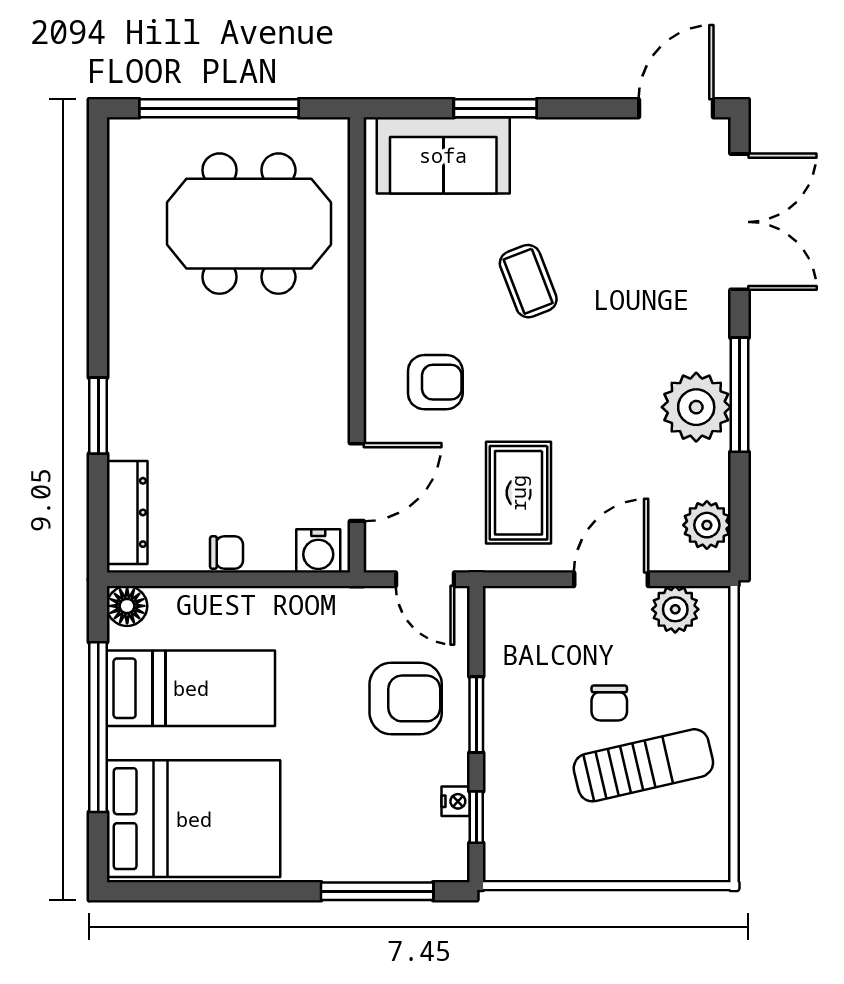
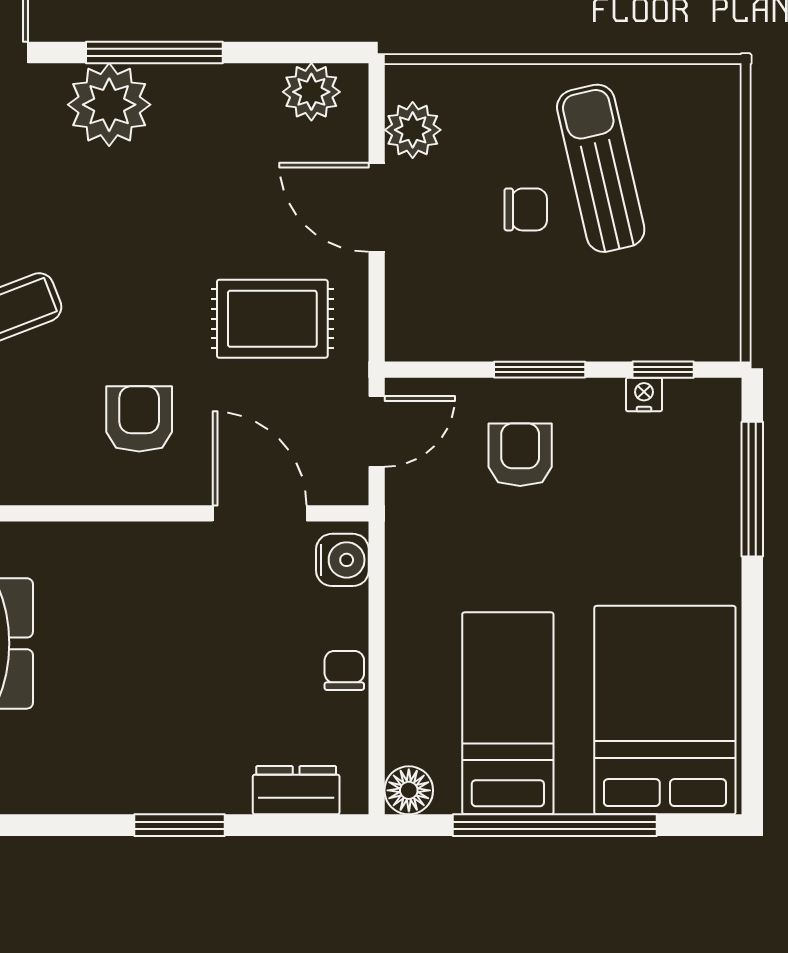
plant: (696, 407) -> (109, 105), moved
dresser: (127, 512) -> (296, 790), width x0.70
armchair: (406, 698) -> (520, 455), width x0.72, depth x0.72

